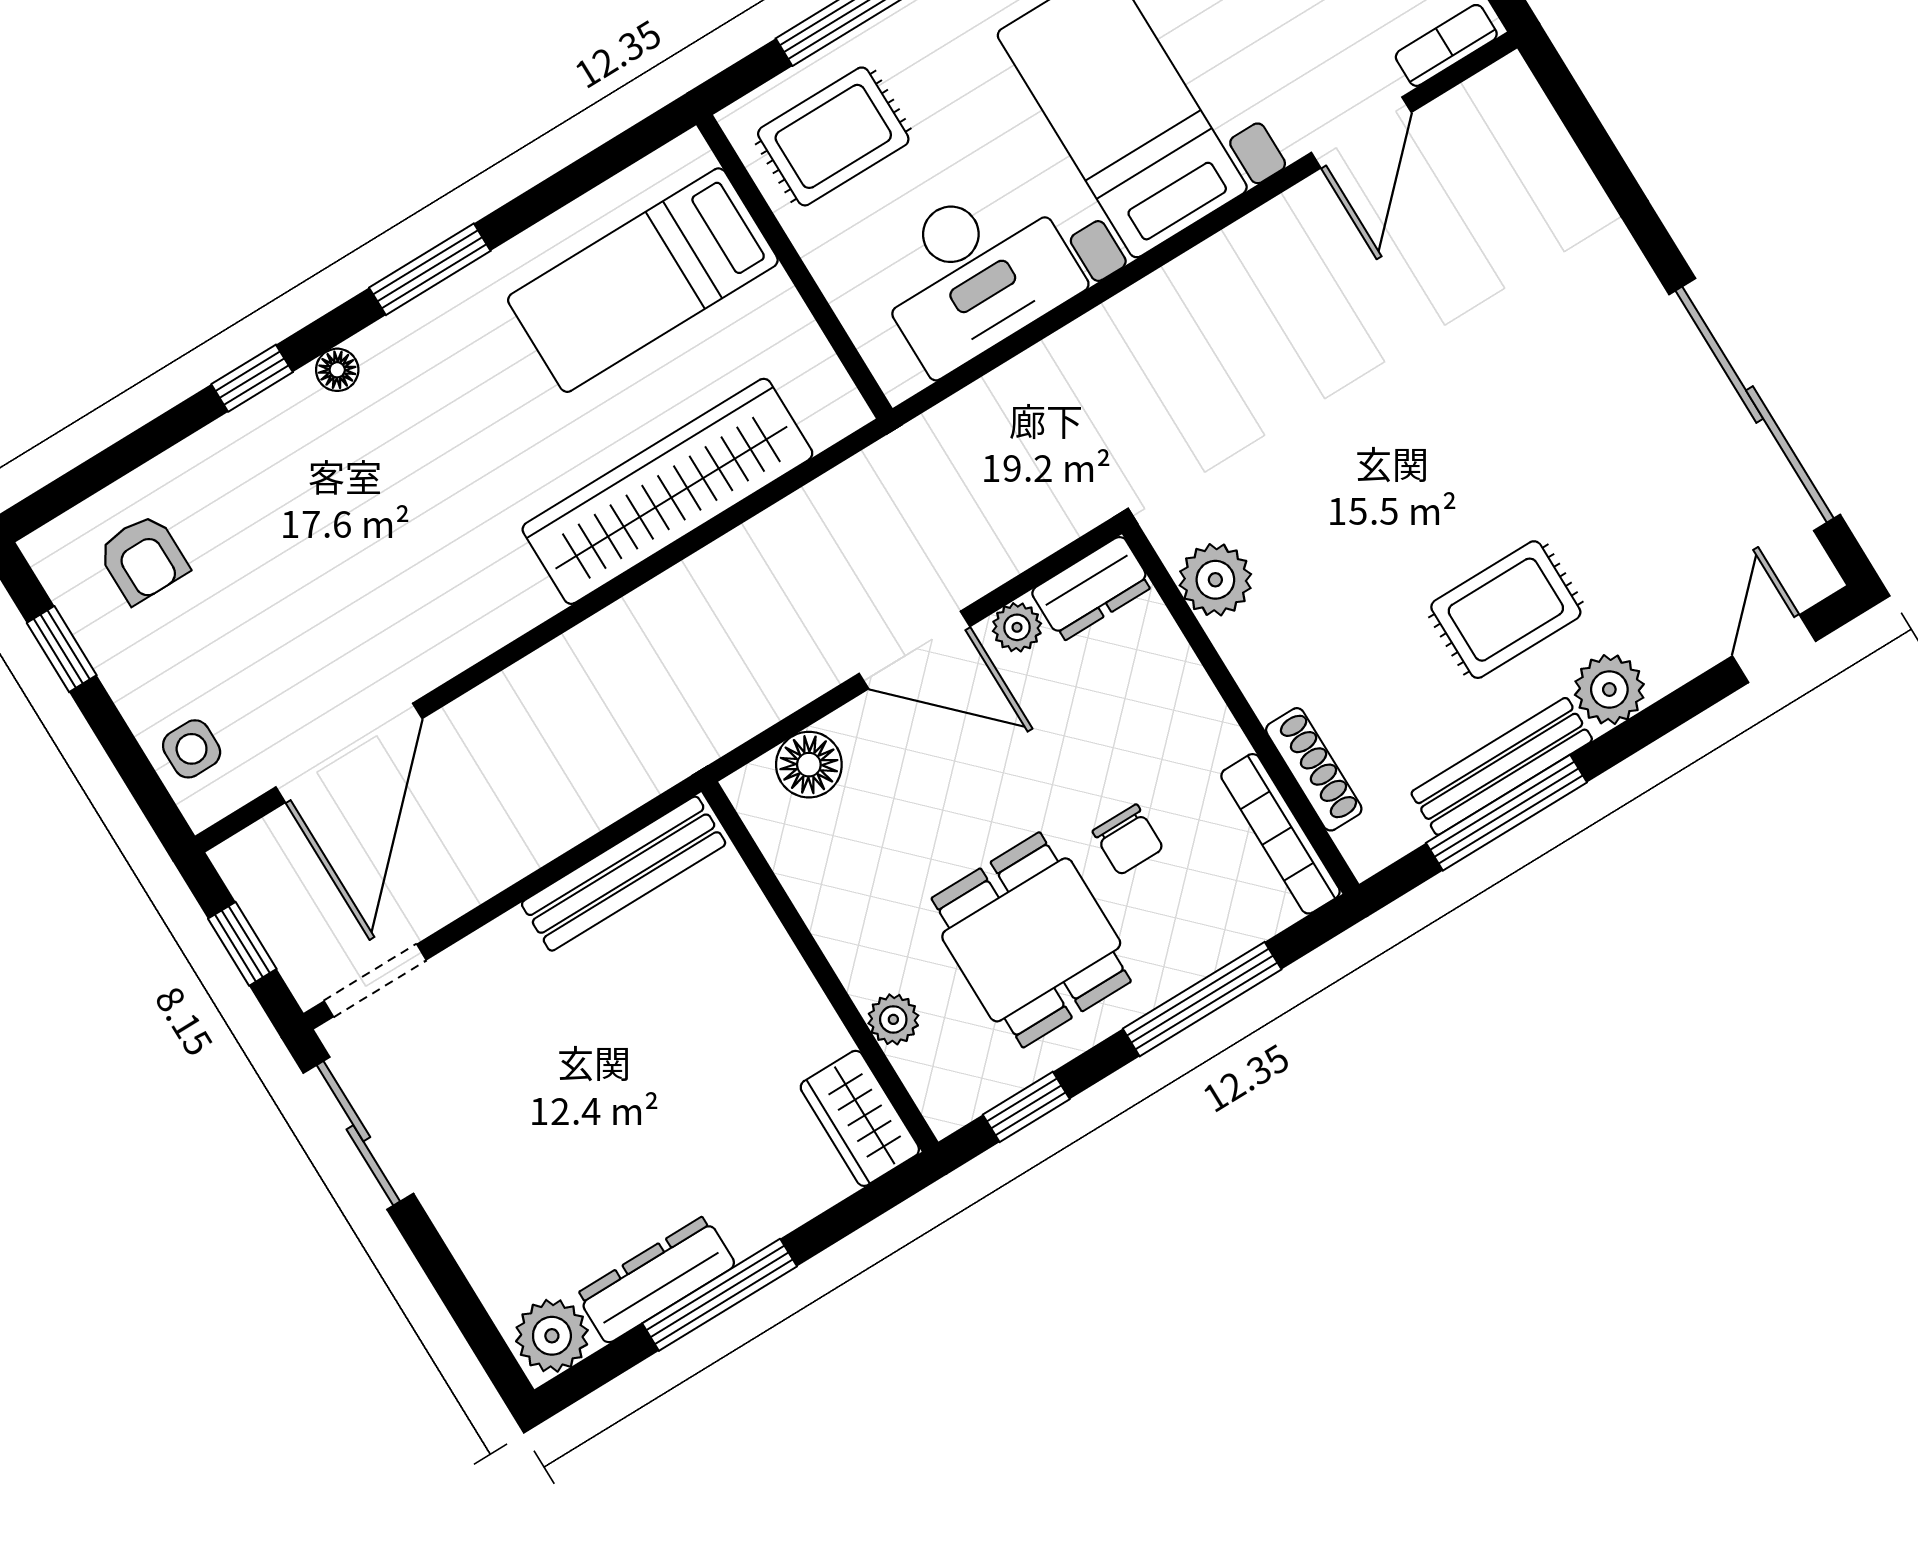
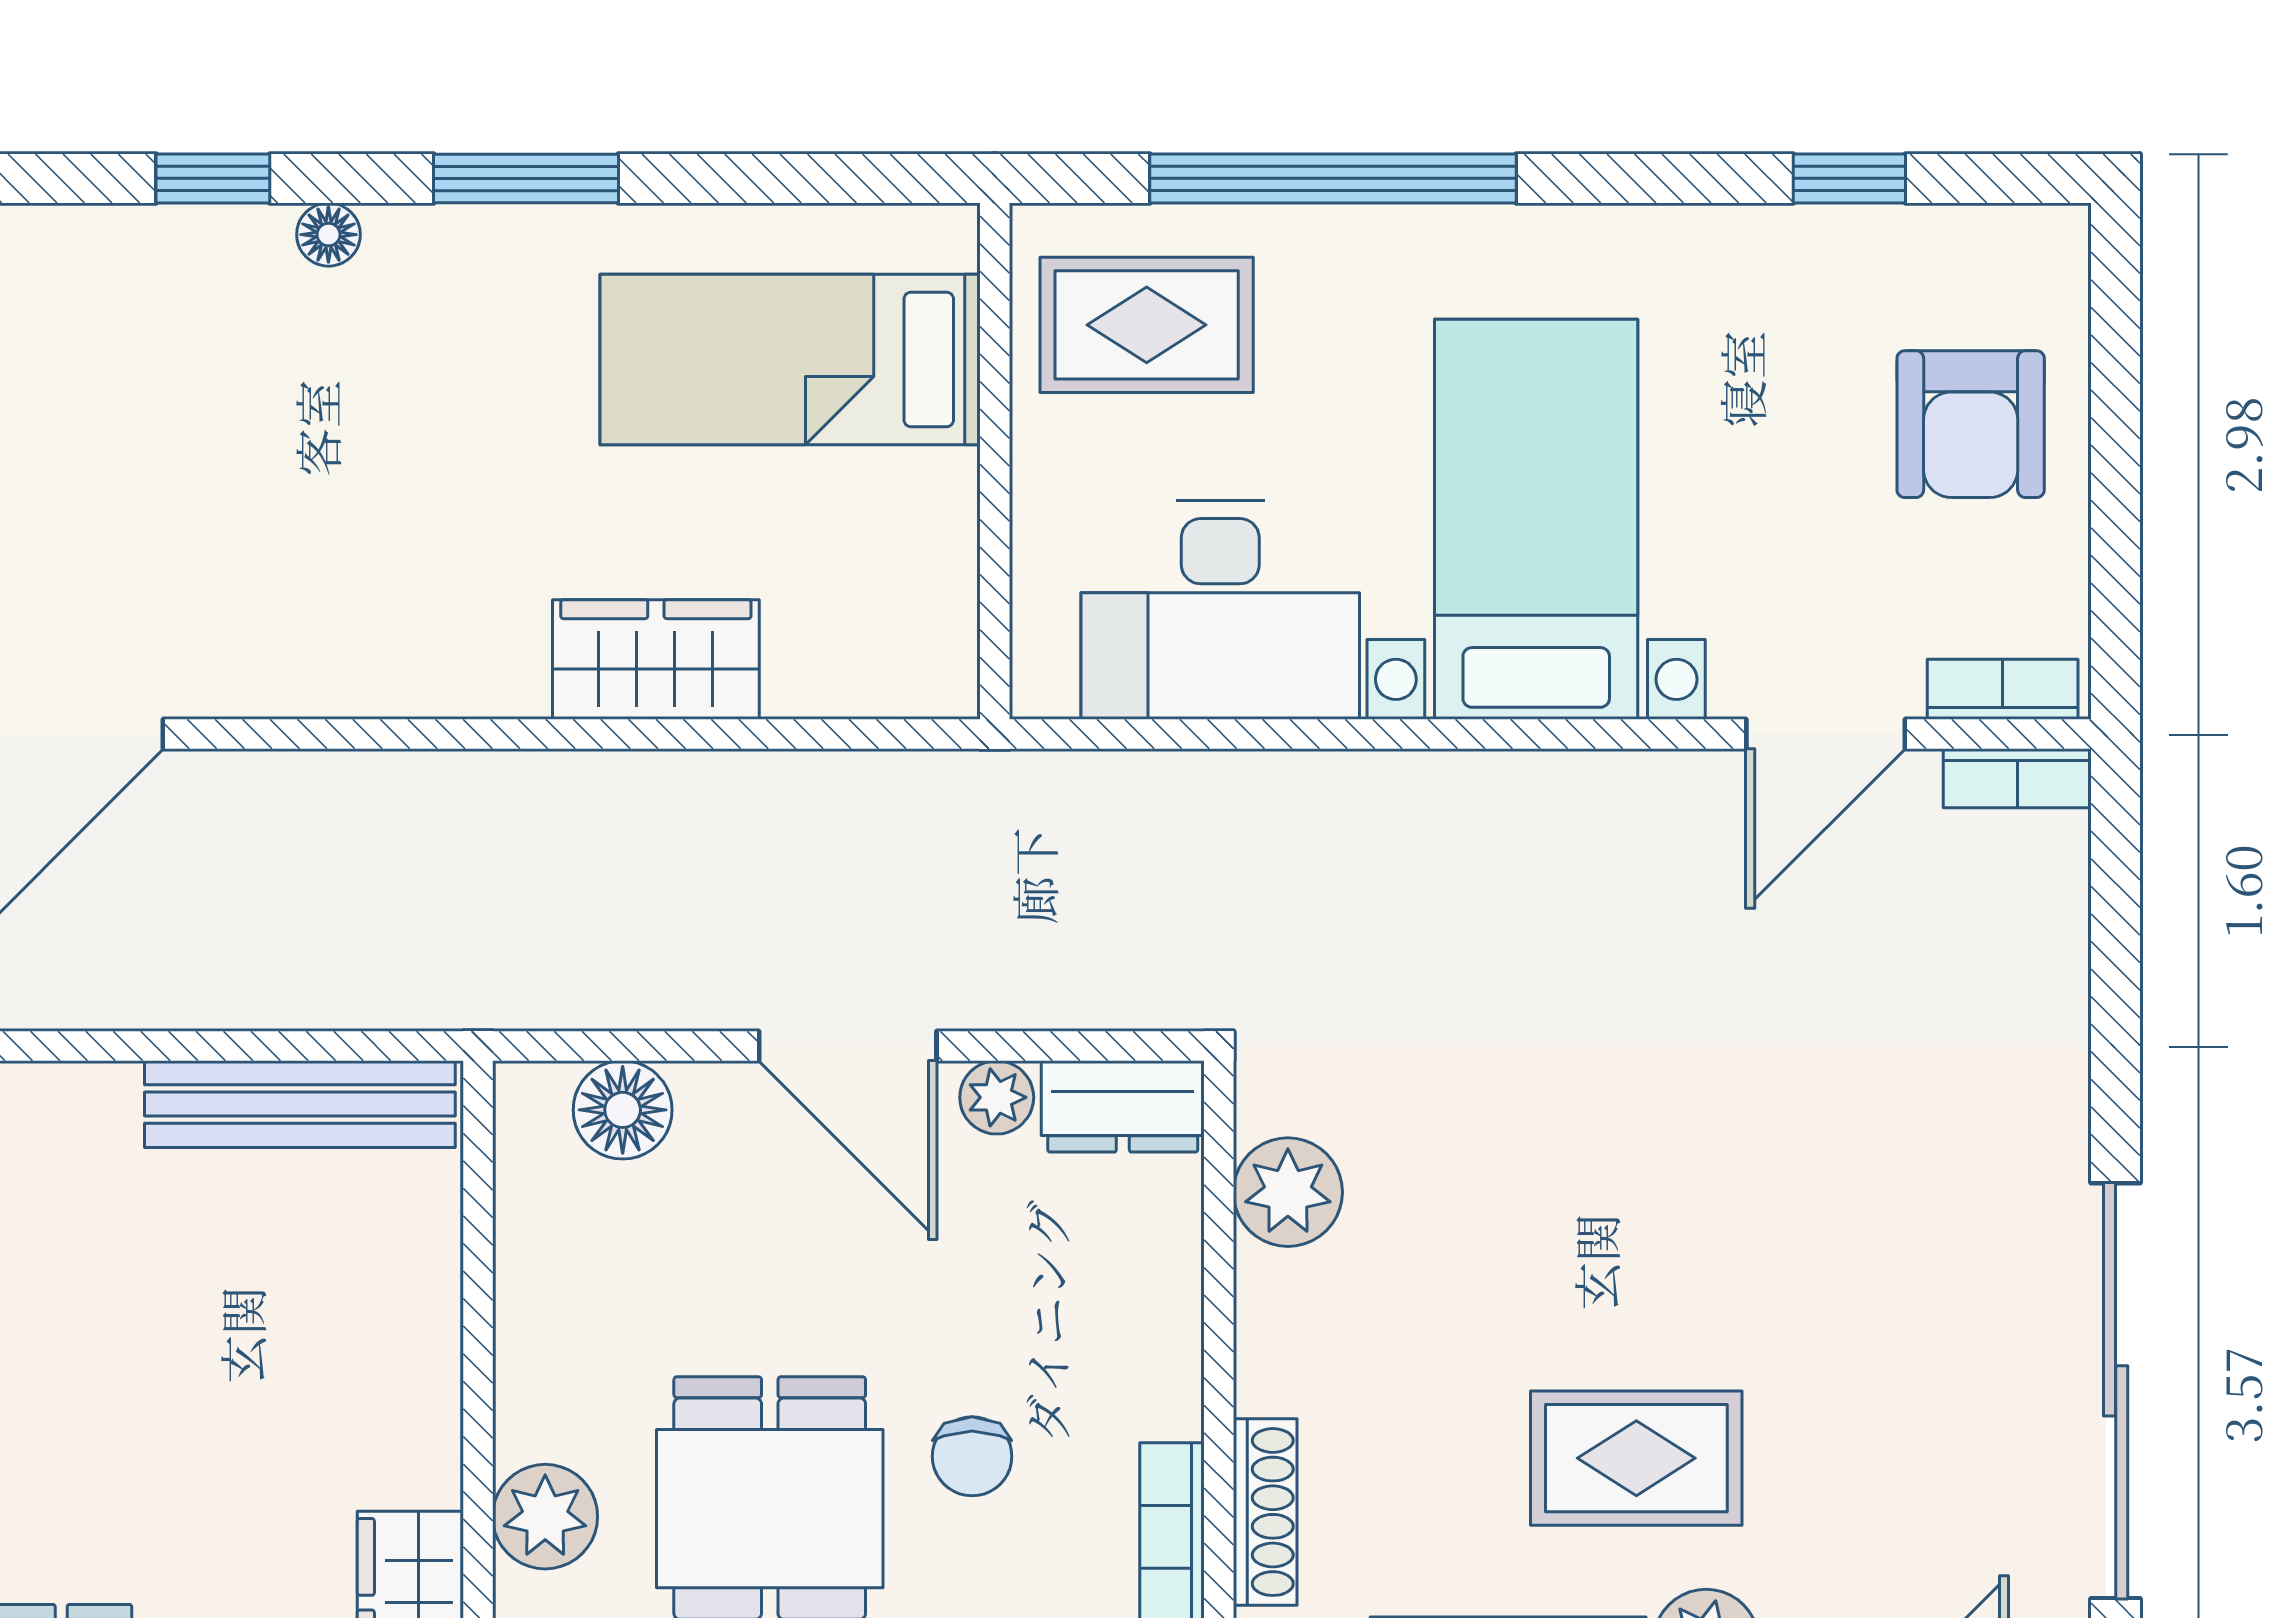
bookcase: (1486, 91) -> (2017, 778), added
wardrobe: (667, 491) -> (656, 660), width x0.48, depth x0.85
plant: (893, 1019) -> (545, 1517), width x1.38, depth x1.38

